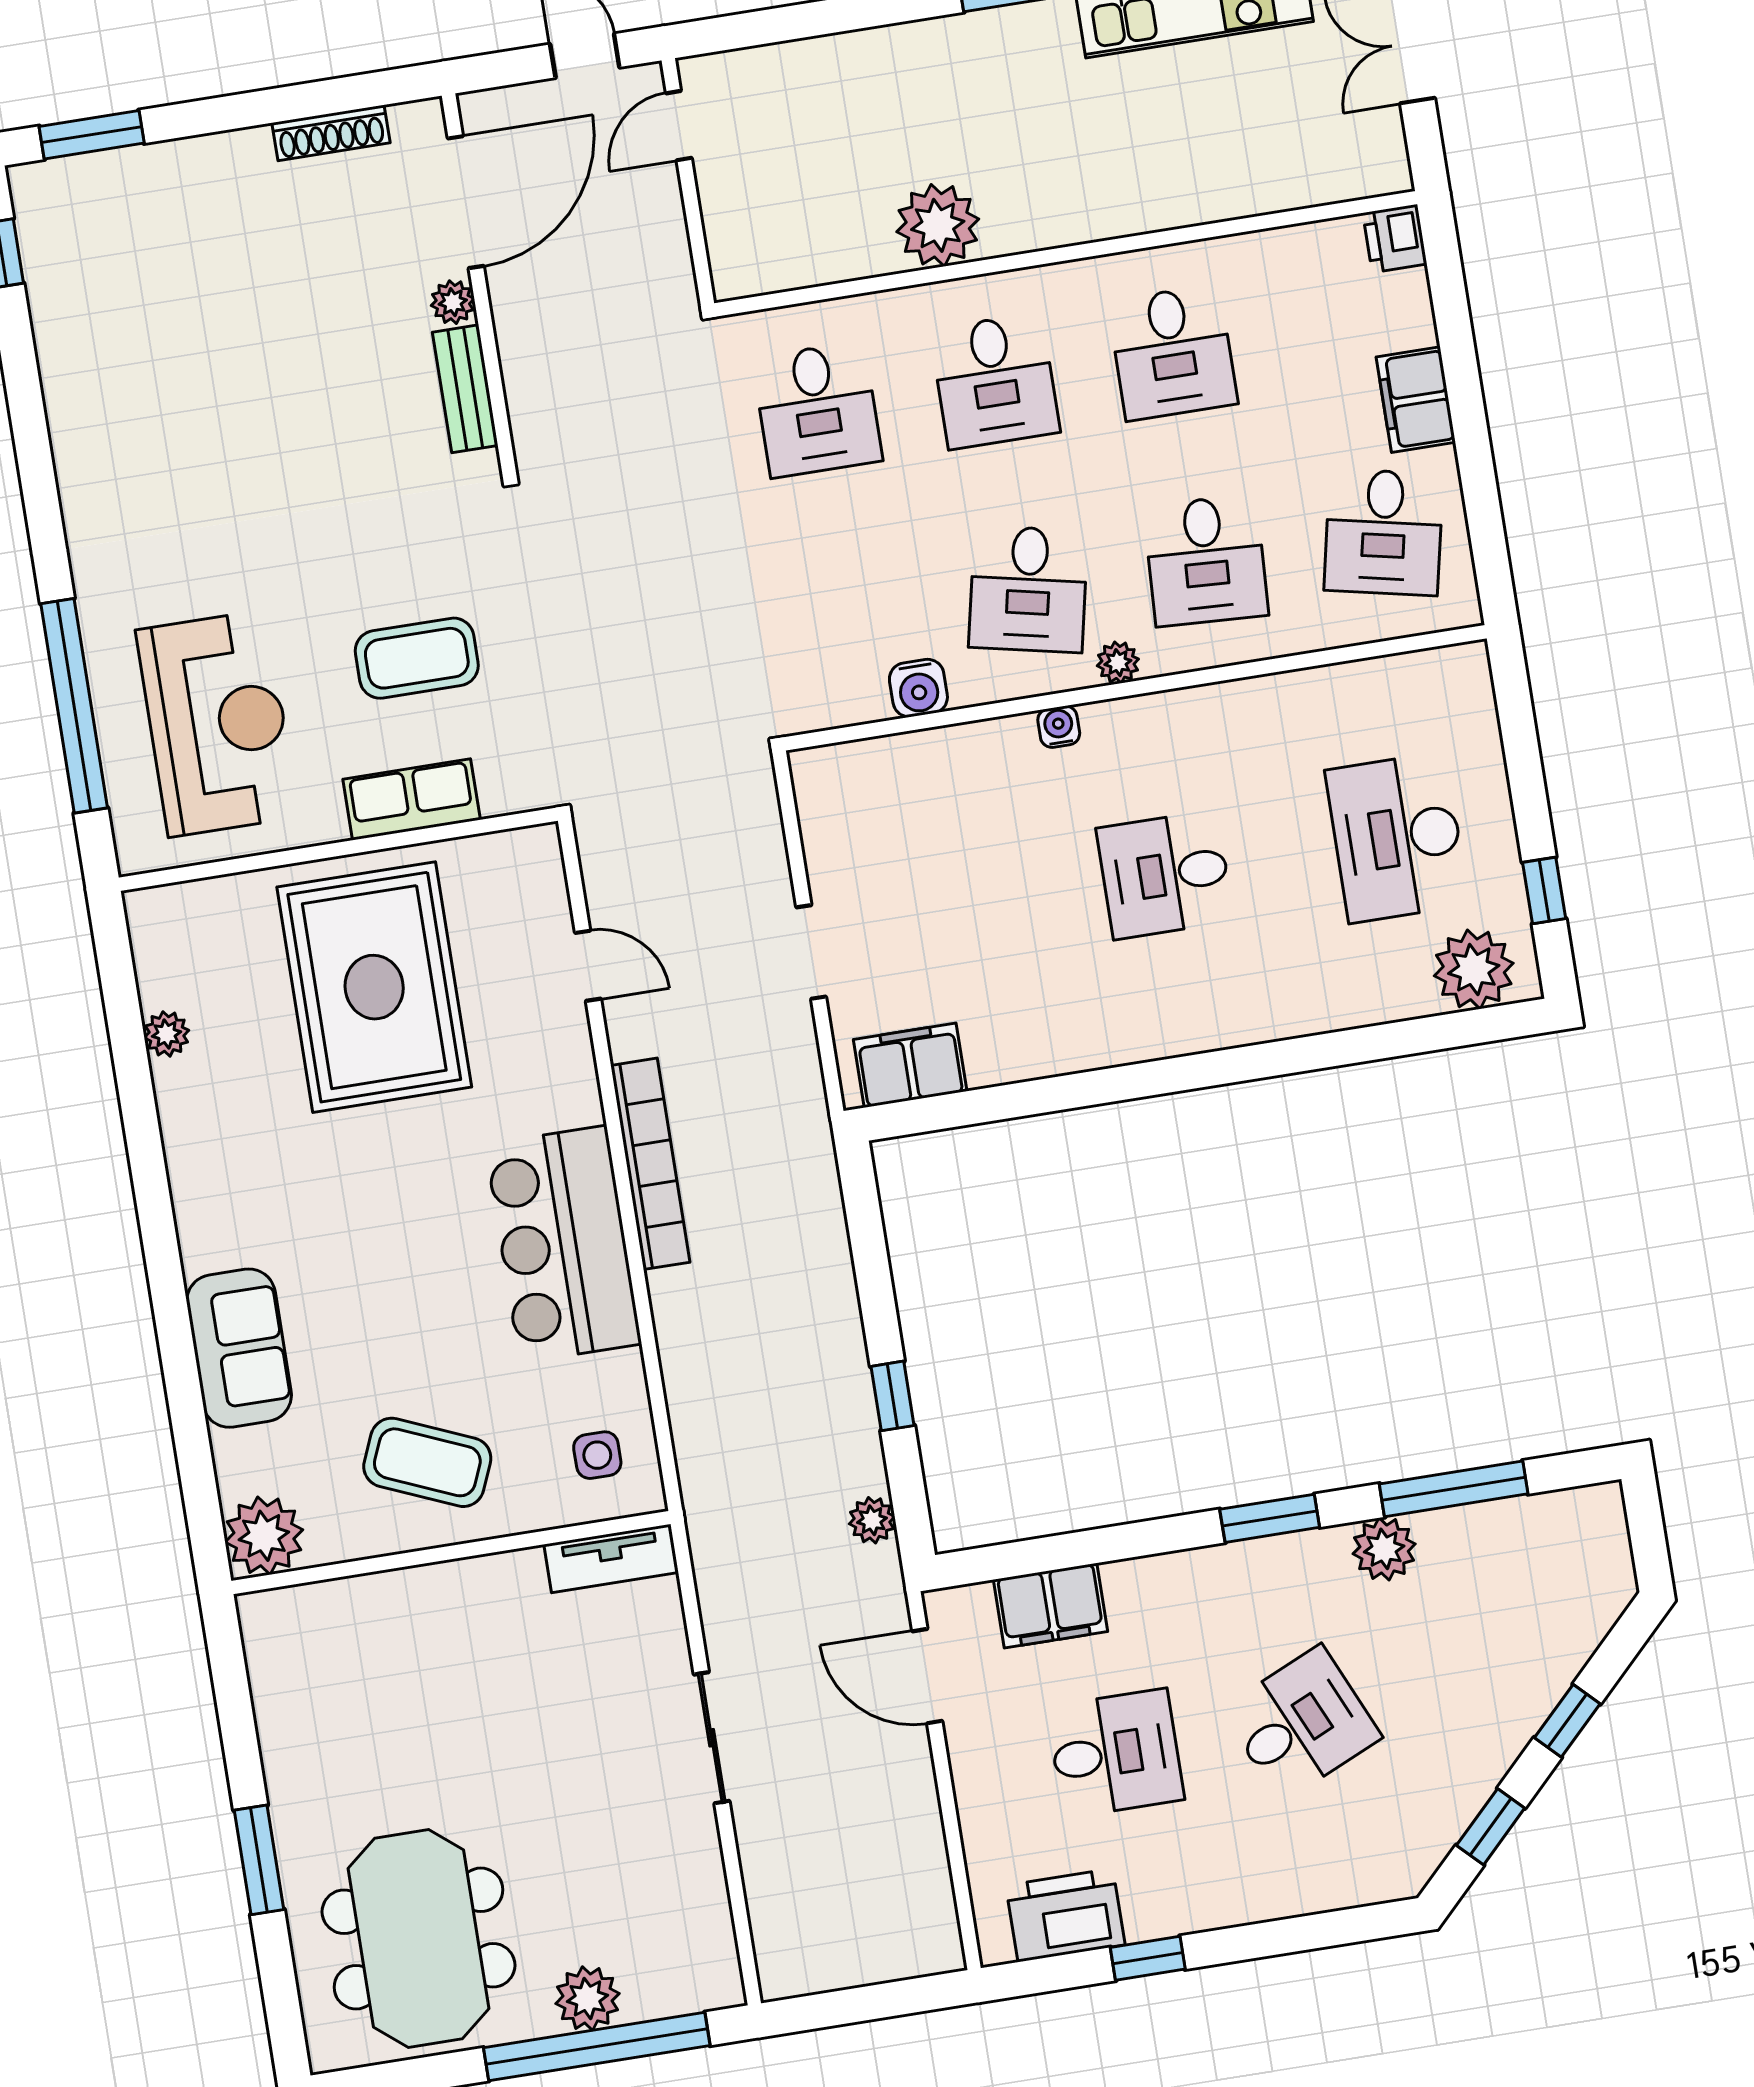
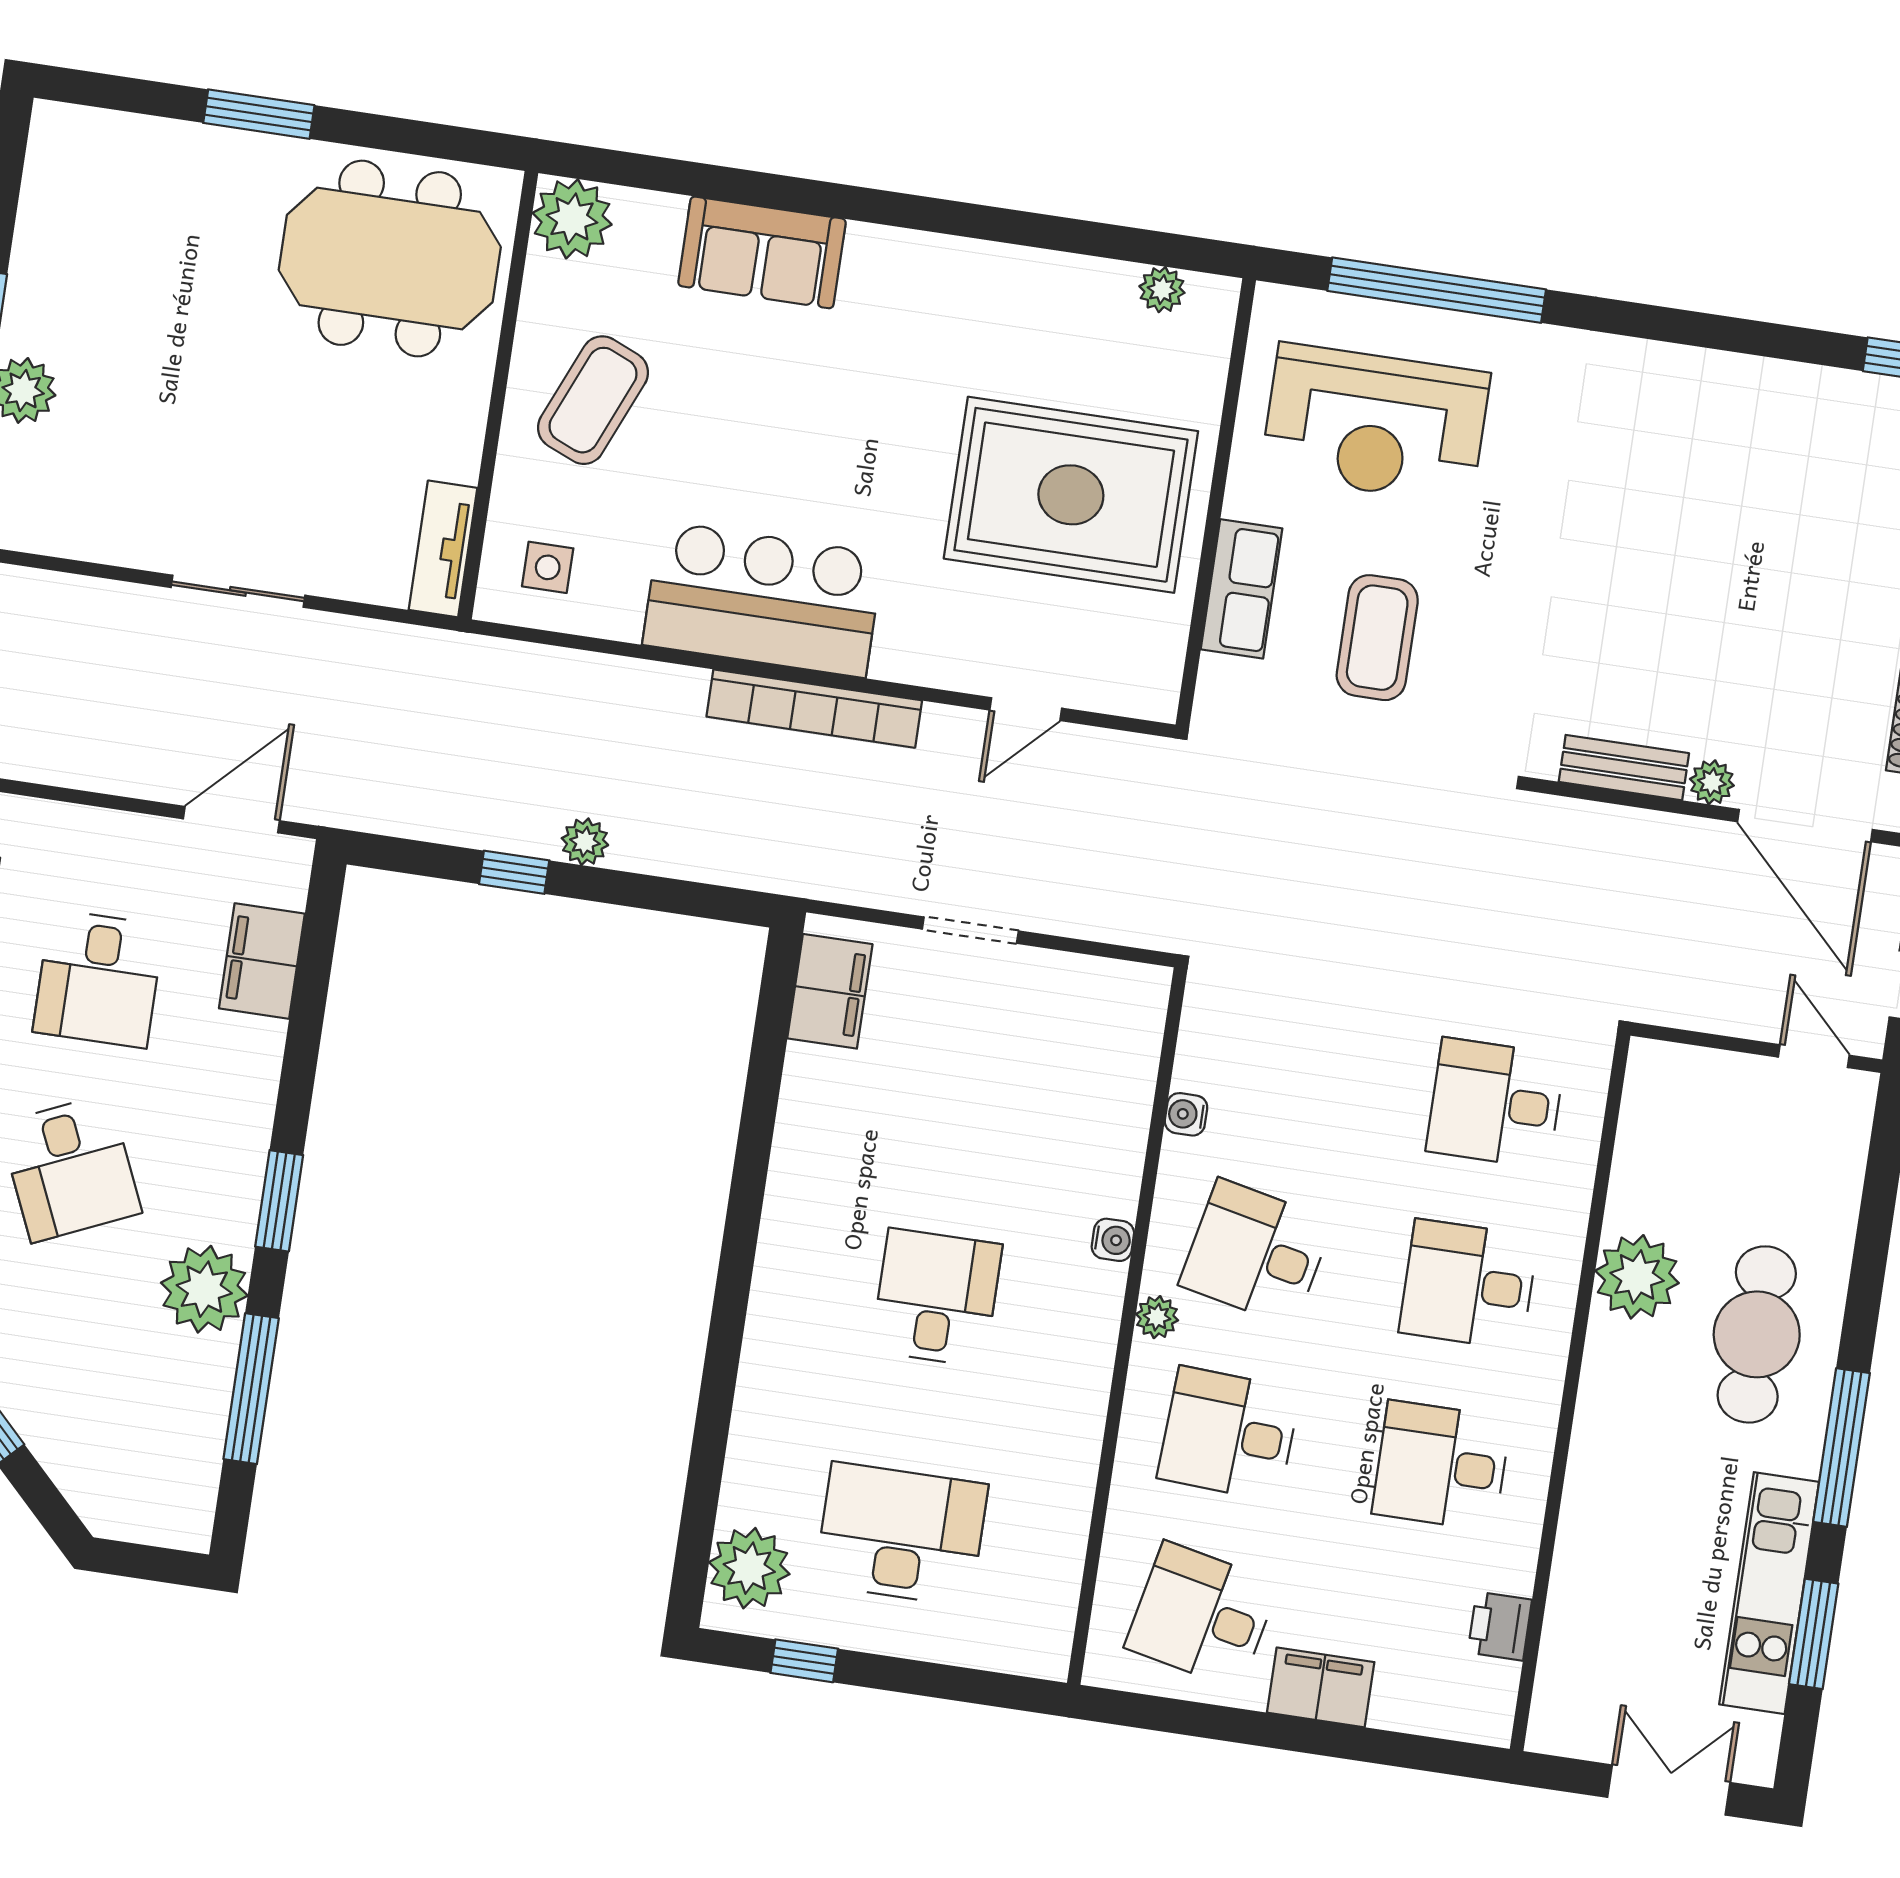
cafe table: (956, 96) -> (1757, 1334), added
printer: (1395, 239) -> (1500, 1626), moved, turned -90
water cooler: (918, 688) -> (1186, 1114), width x0.72, depth x0.72
plant: (166, 1034) -> (1162, 290), moved
plant: (872, 1520) -> (585, 842), moved
plant: (1384, 1549) -> (204, 1289), width x1.36, depth x1.36
meeting table: (419, 1939) -> (390, 259), moved

